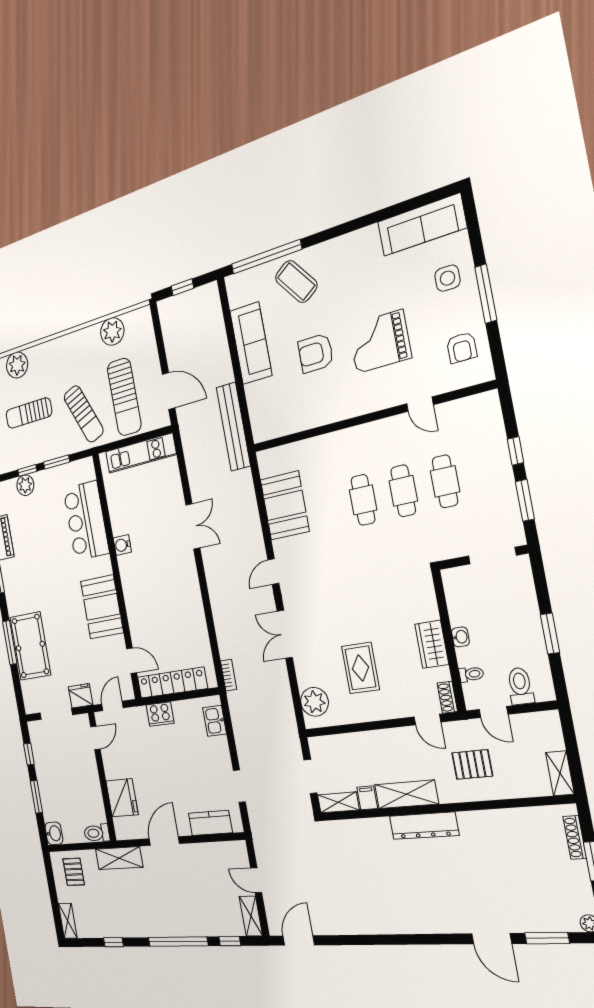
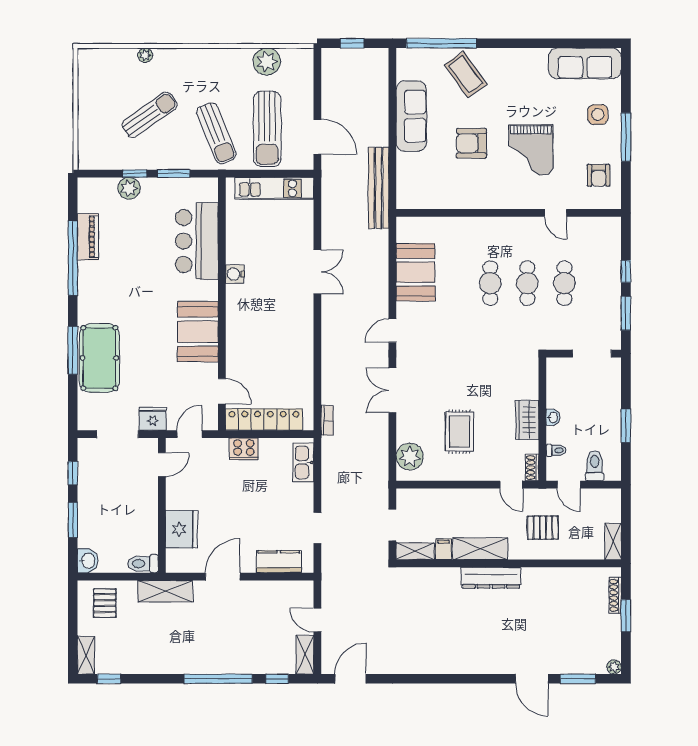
grand piano: (380, 342) -> (531, 150), turned -90
plant: (17, 365) -> (145, 55), width x0.53, depth x0.53
sun lounger: (29, 413) -> (149, 115), turned 145
kitchen sink: (215, 721) -> (303, 462), width x1.38
window: (114, 942) -> (109, 679), moved

